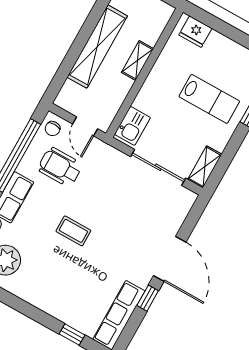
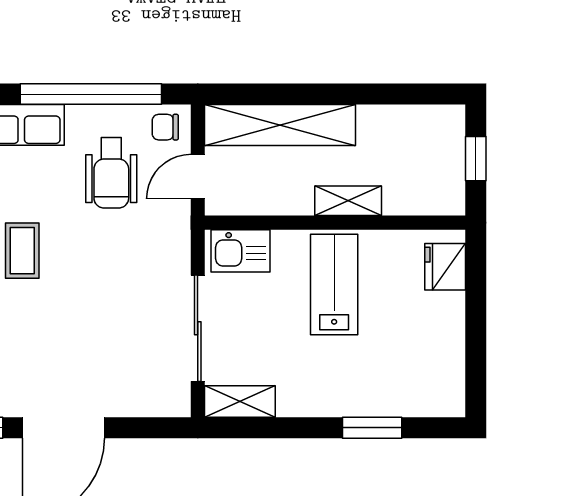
shelving: (97, 47) -> (280, 125), moved
lab bench: (209, 99) -> (334, 284), moved, turned 180
wheelchair: (60, 167) -> (111, 173), turned 180

